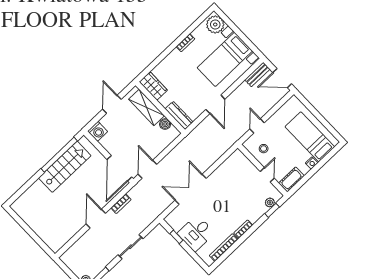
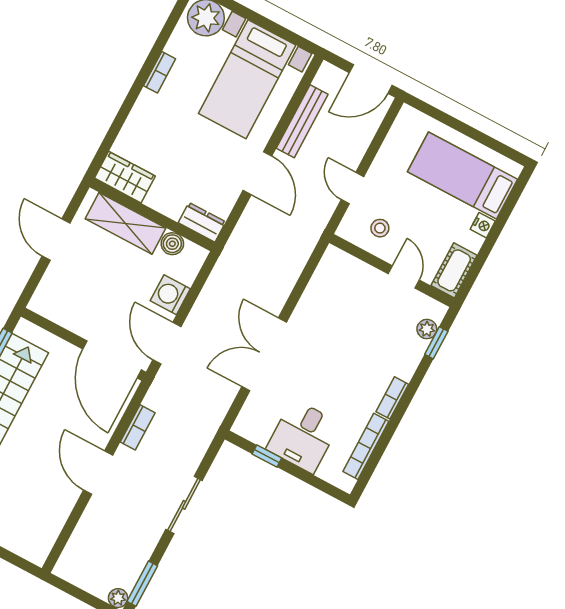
bench: (257, 74) -> (302, 121), moved, width x1.36
dresser: (179, 115) -> (202, 222), width x0.70
washing machine: (98, 131) -> (170, 295), moved, turned 180

